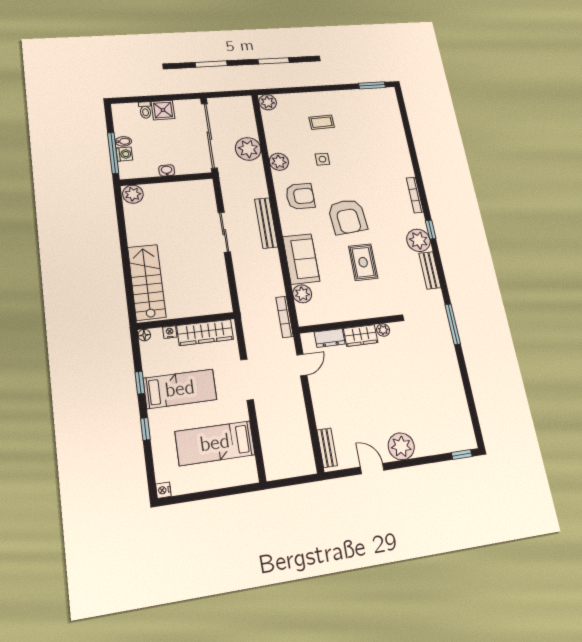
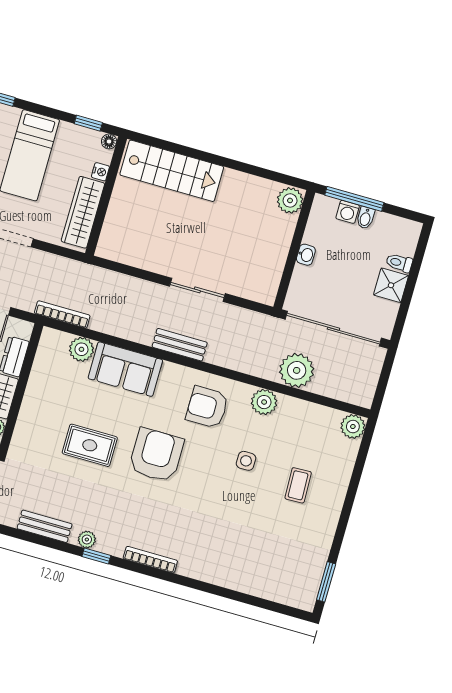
armchair: (300, 196) -> (207, 407), turned 90
armchair: (347, 217) -> (156, 455), turned 95
bench: (266, 223) -> (180, 345), width x0.73
plant: (418, 240) -> (87, 539), width x0.53, depth x0.53
window: (140, 383) -> (88, 123), moved

